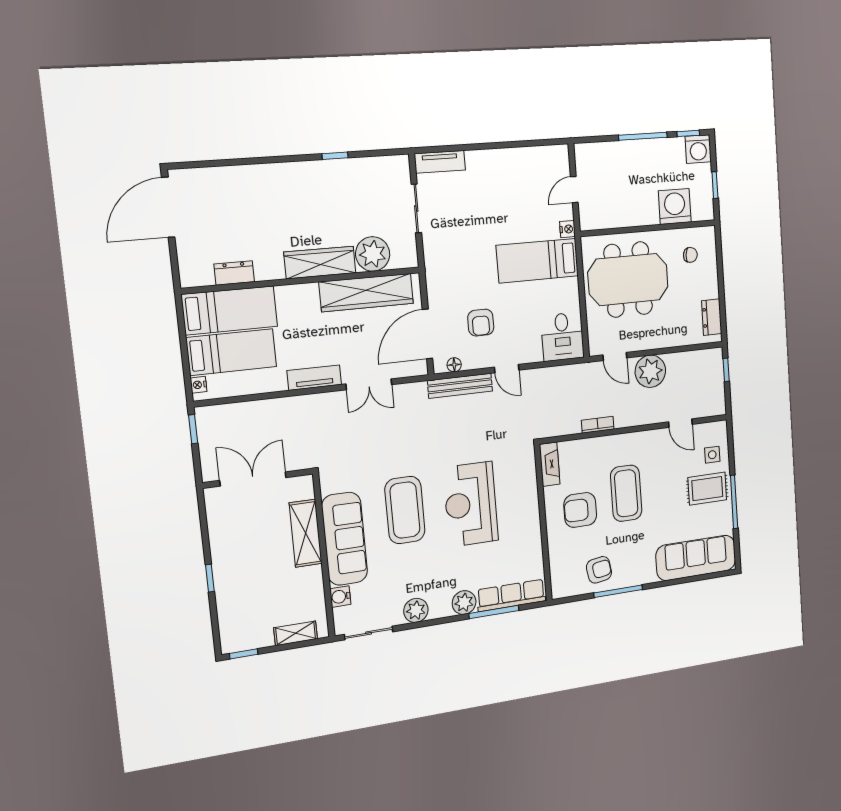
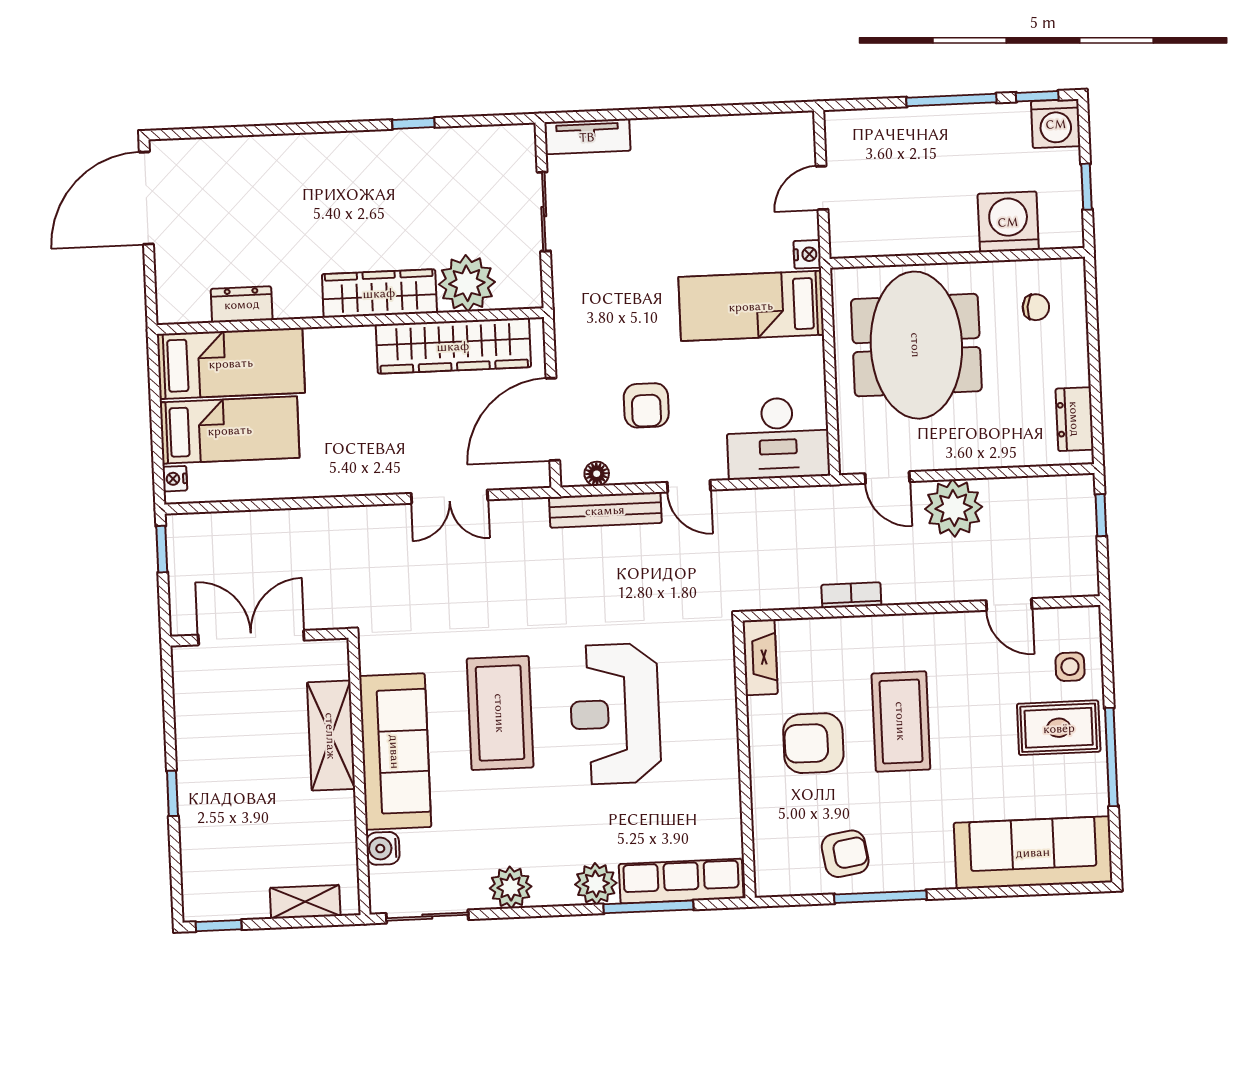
meeting table: (628, 280) -> (916, 345), turned 90
desk: (562, 337) -> (778, 438), width x1.37
tv unit: (314, 378) -> (360, 480), removed

